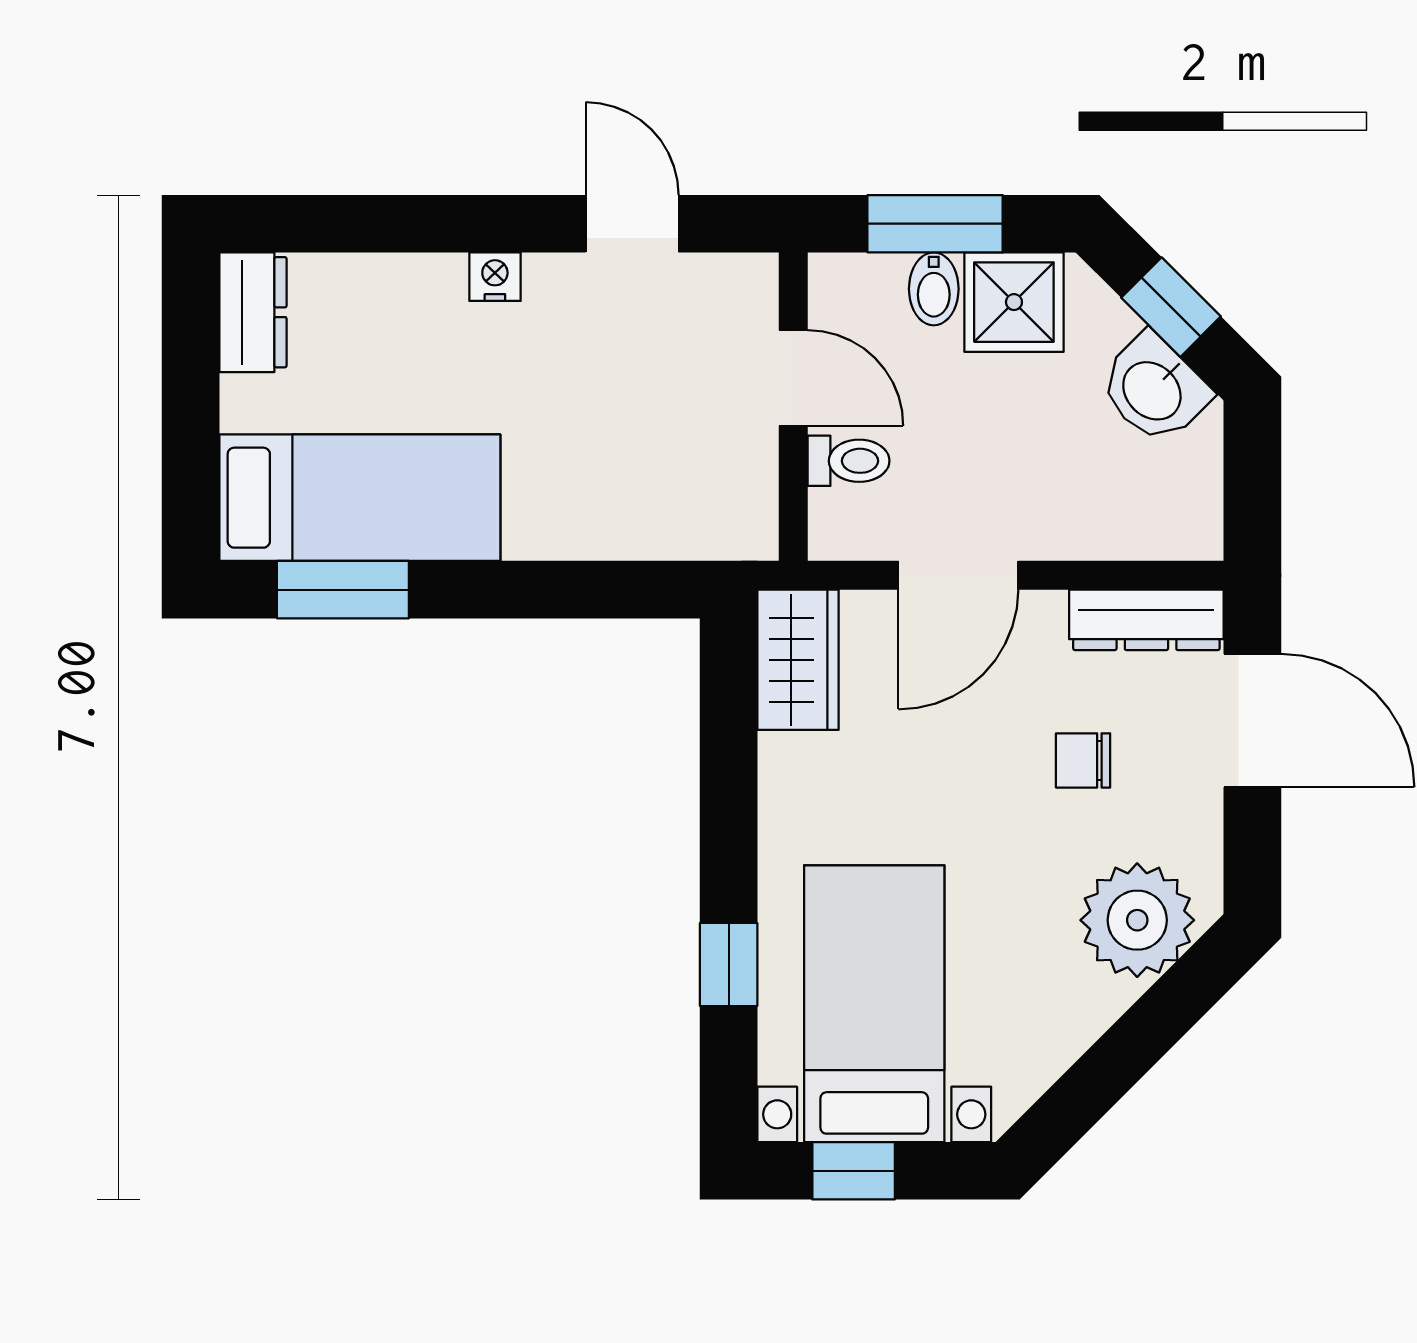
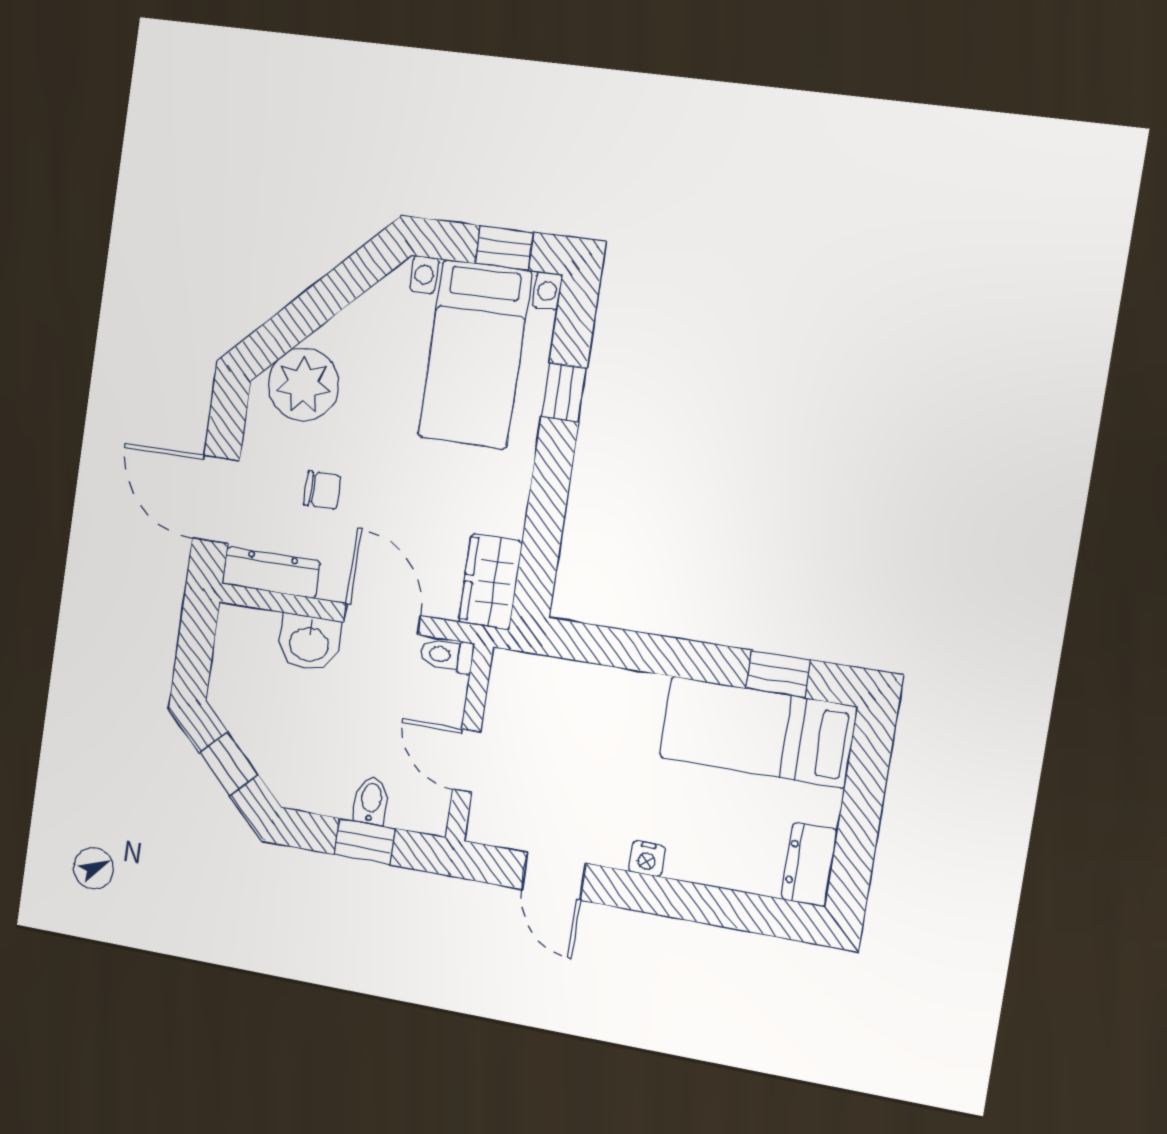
window: (935, 224) -> (364, 841), width x0.67
shower: (1014, 302) -> (323, 784), removed
washbasin: (1154, 389) -> (309, 643), moved, turned 135
toilet: (849, 461) -> (447, 655), moved
door: (958, 575) -> (382, 619), hinge flipped
window: (343, 590) -> (778, 674), width x0.67

